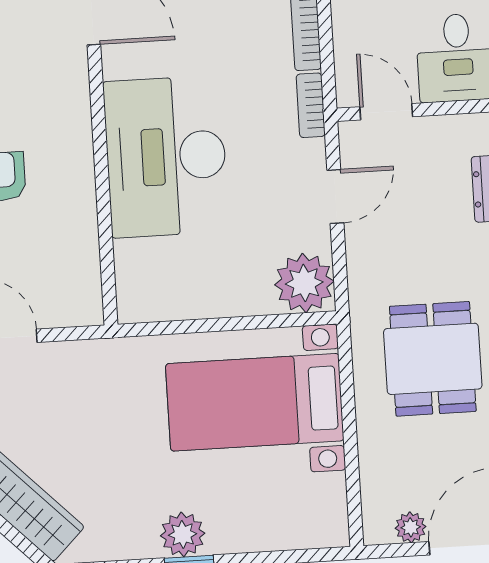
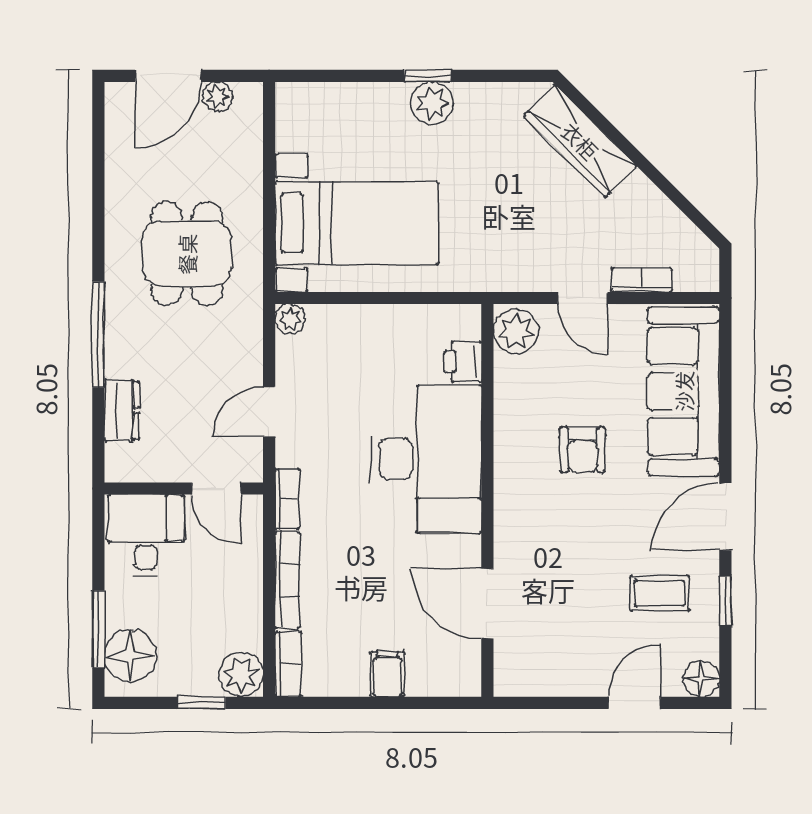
printer: (133, 262) -> (463, 362), added
plant: (304, 283) -> (290, 319), width x0.53, depth x0.53
plant: (79, 298) -> (516, 331), added

